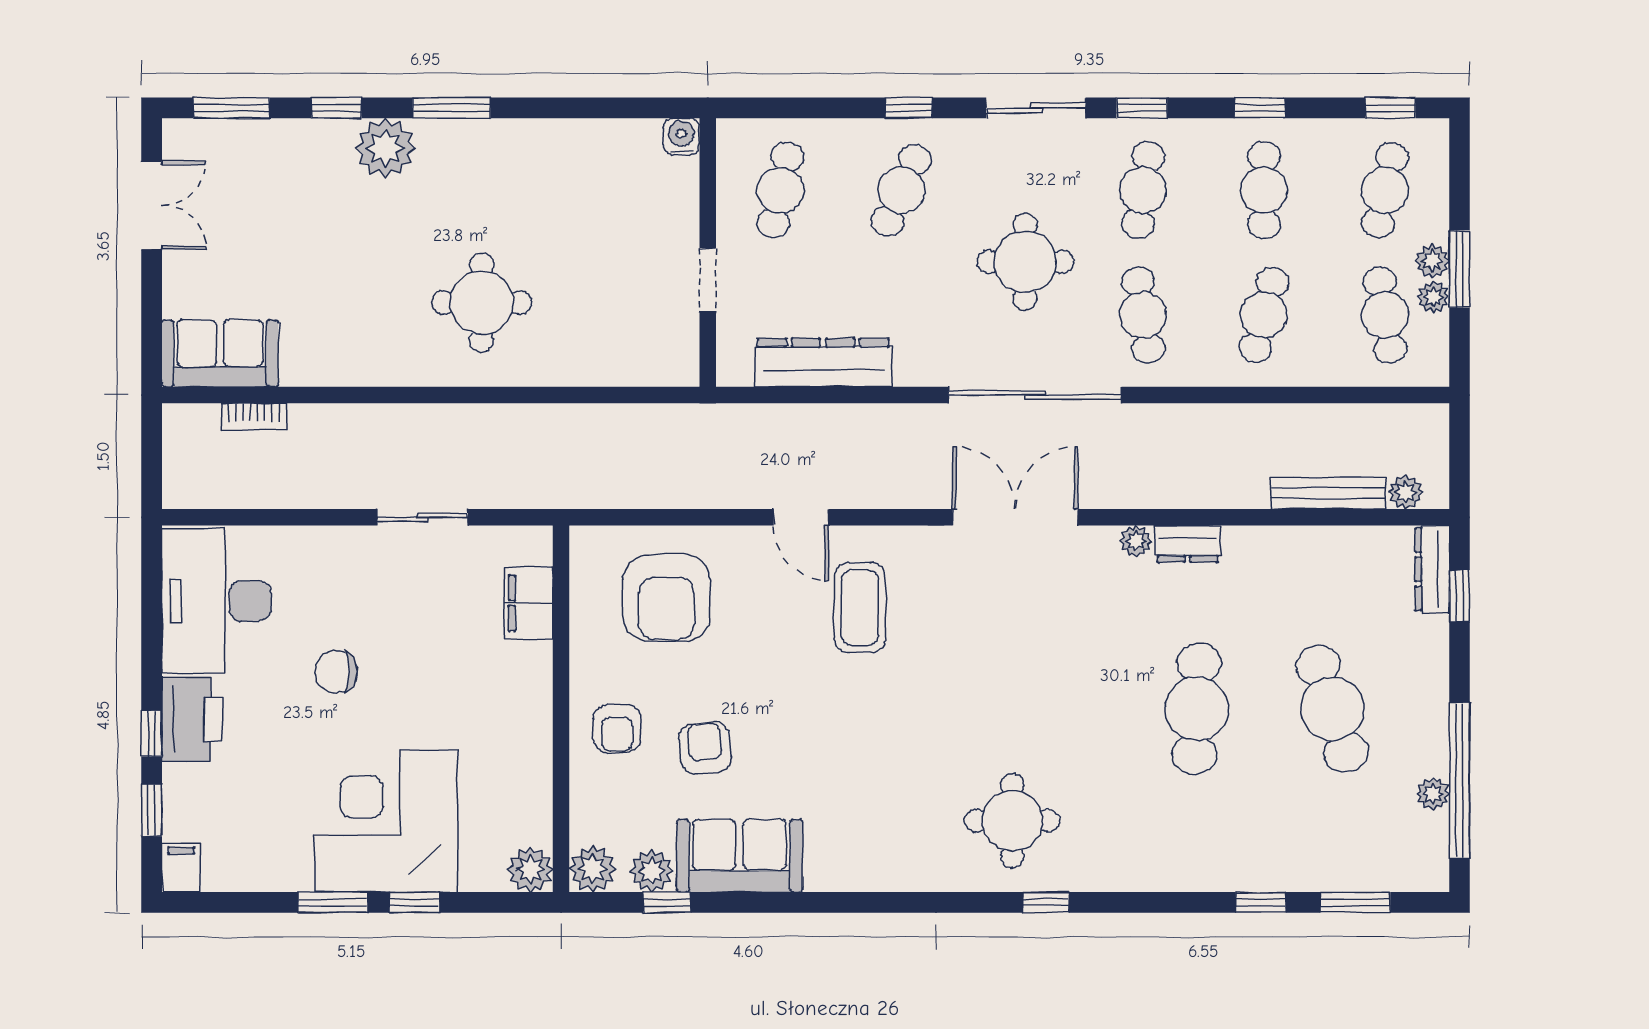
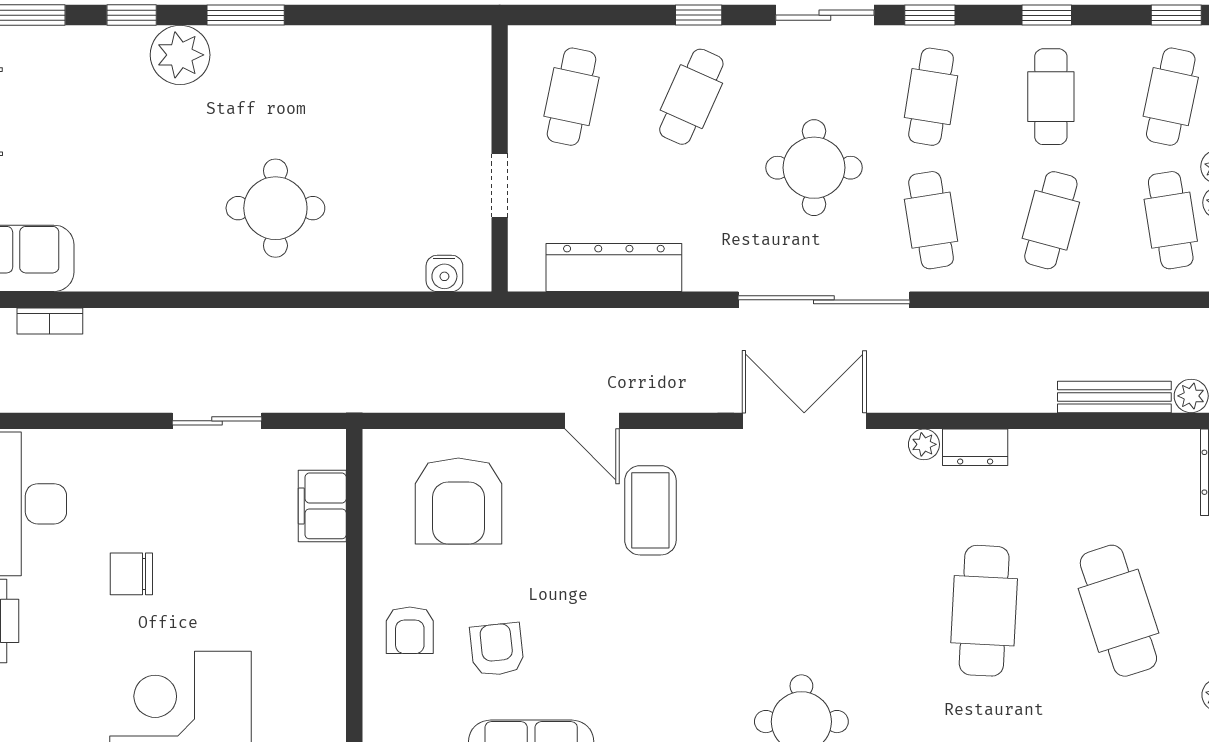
water cooler: (681, 136) -> (444, 273), moved, turned 180

